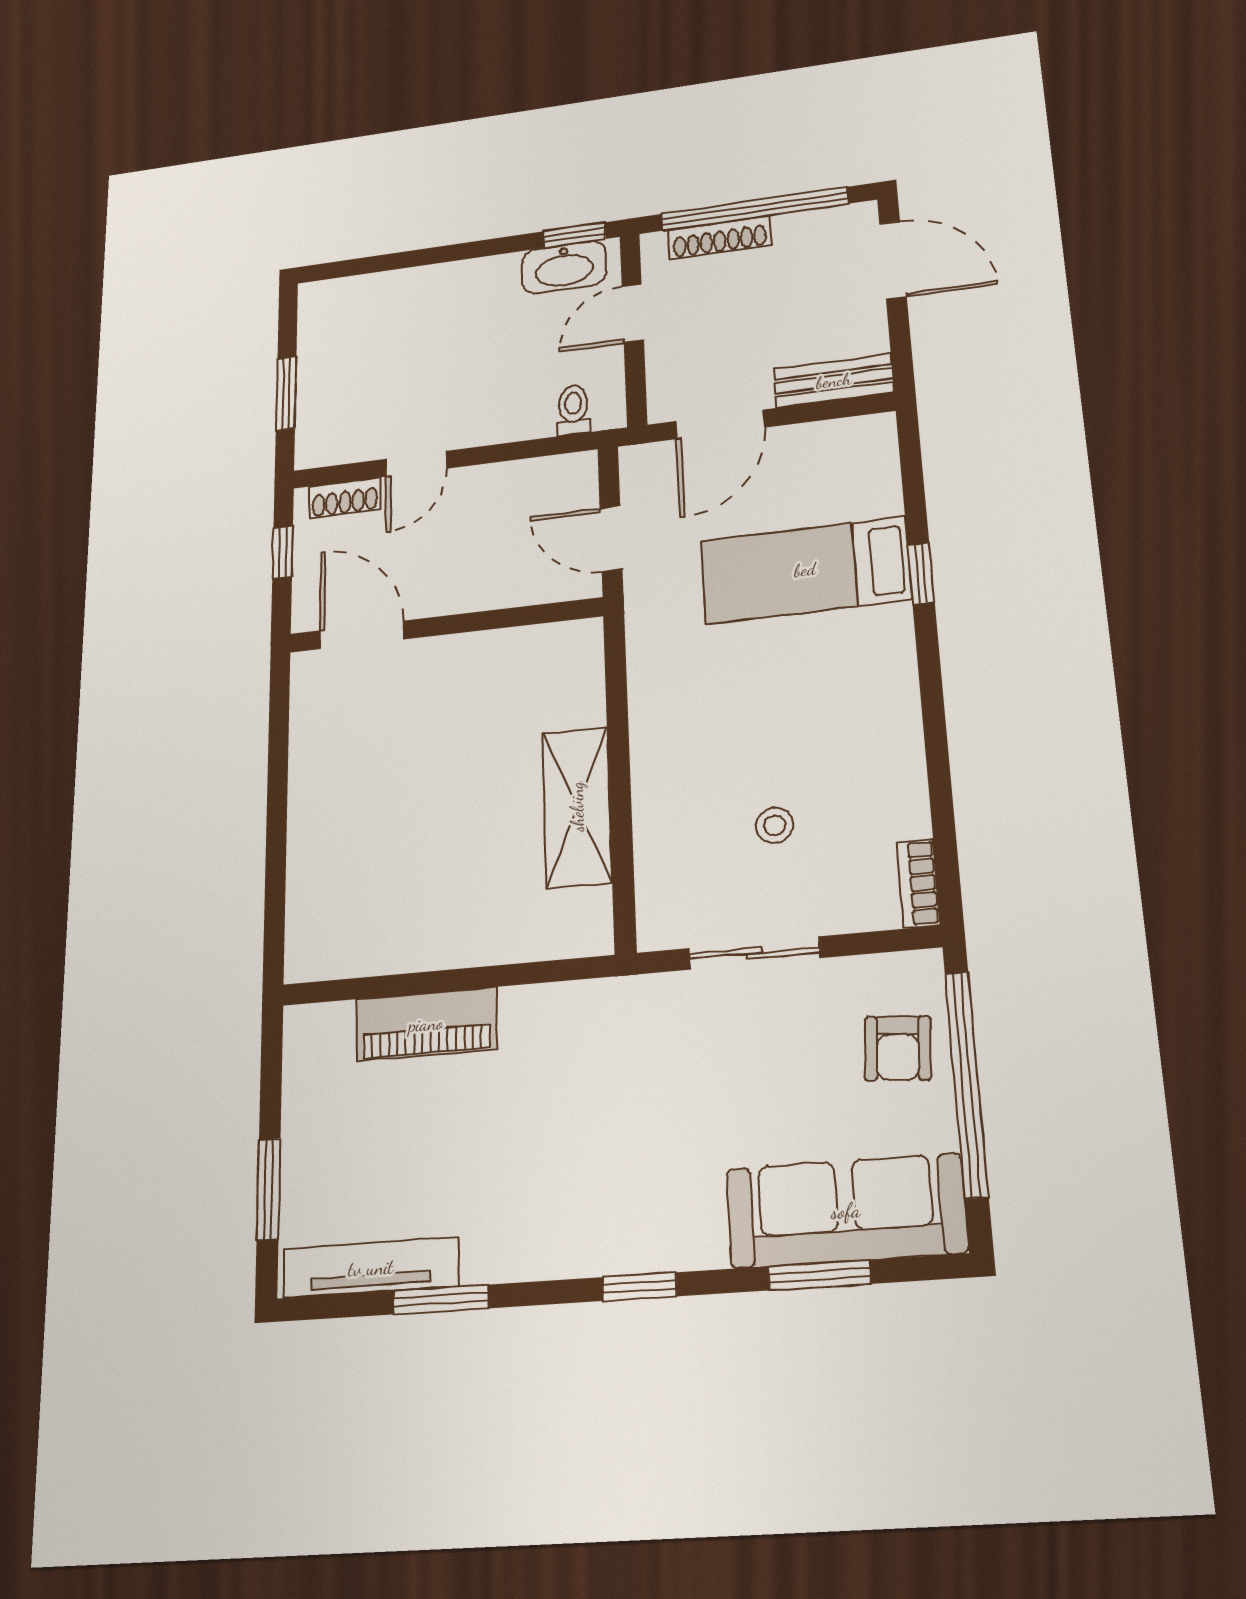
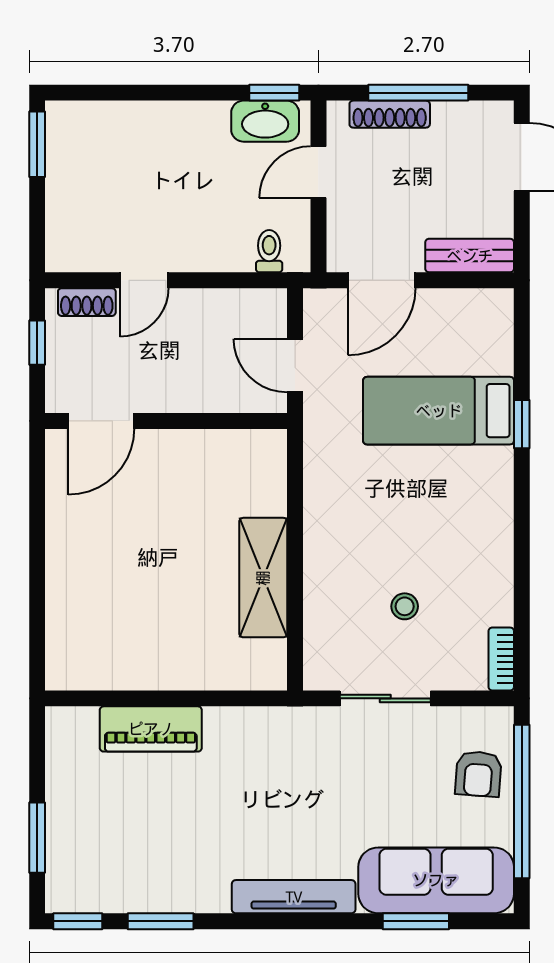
window: (754, 209) -> (418, 93), width x0.68
window: (286, 393) -> (37, 144), moved
door: (362, 635) -> (101, 421), swing flipped
tv unit: (371, 1268) -> (294, 897), moved
window: (640, 1287) -> (78, 921), moved

